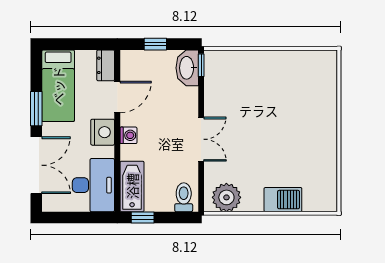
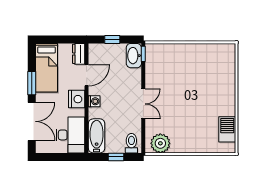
barbecue: (283, 200) -> (227, 129), moved, turned -90
window: (143, 218) -> (116, 157), moved

